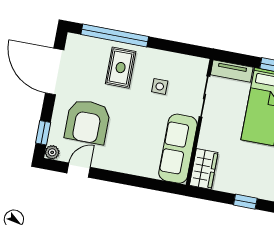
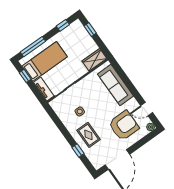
window: (115, 35) -> (78, 150), width x0.32
rug: (121, 68) -> (88, 135), turned 90
window: (43, 133) -> (147, 139), removed
sofa: (178, 149) -> (116, 85), moved, turned 90

